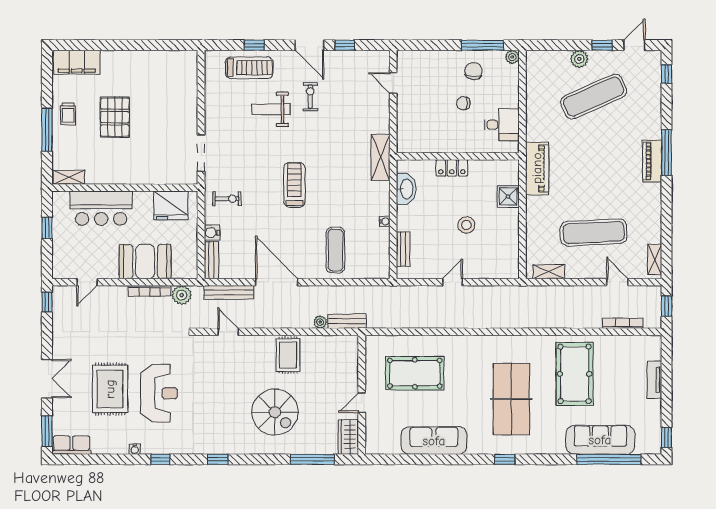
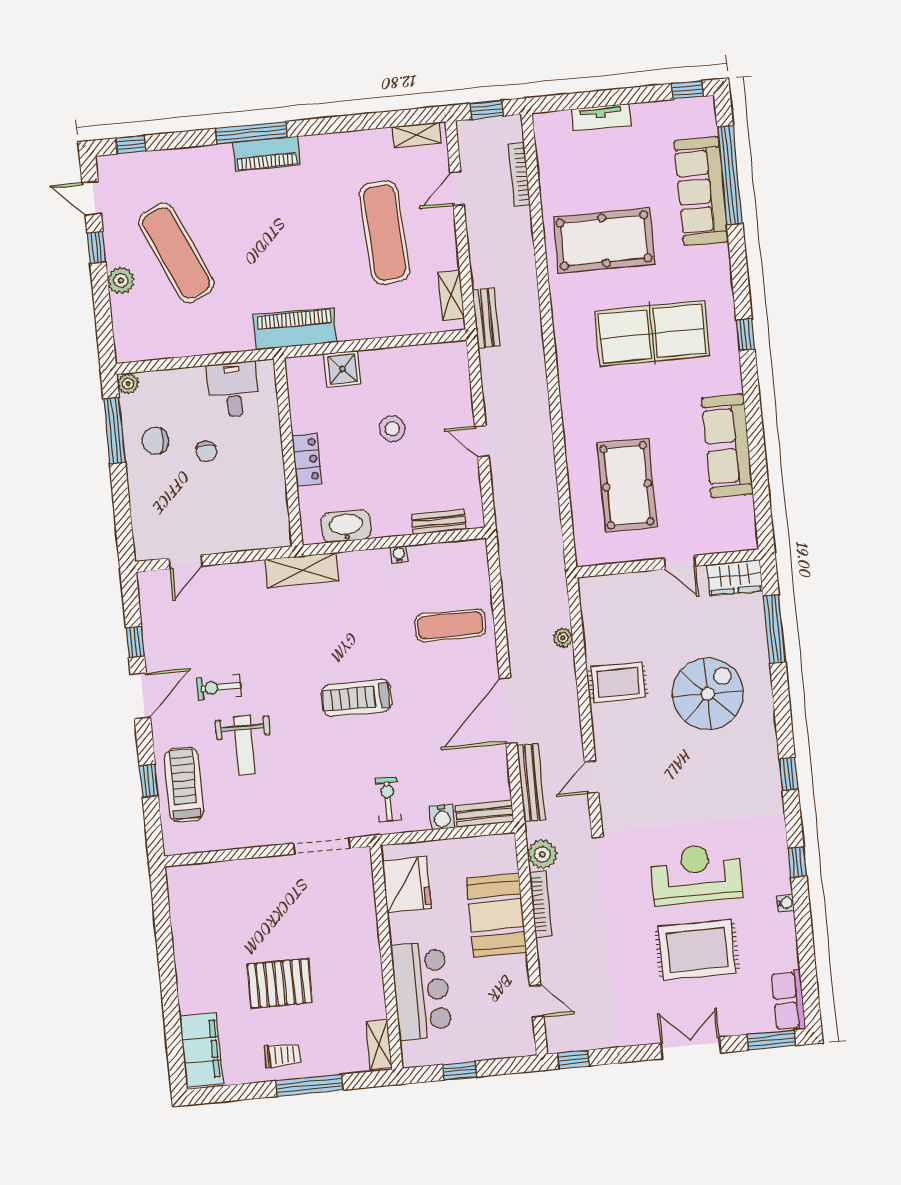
bench: (347, 321) -> (486, 318), moved

